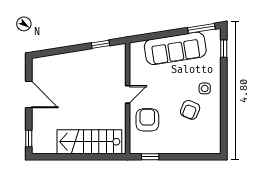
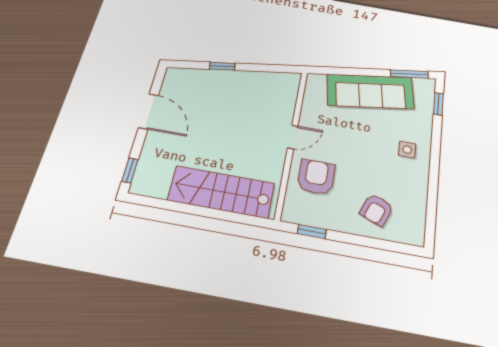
window: (100, 44) -> (222, 66), moved
armchair: (190, 110) -> (377, 210), moved

